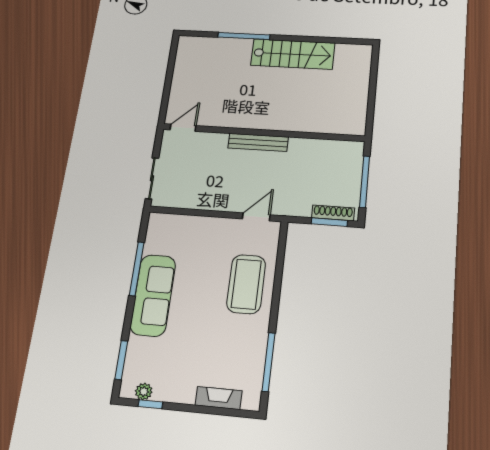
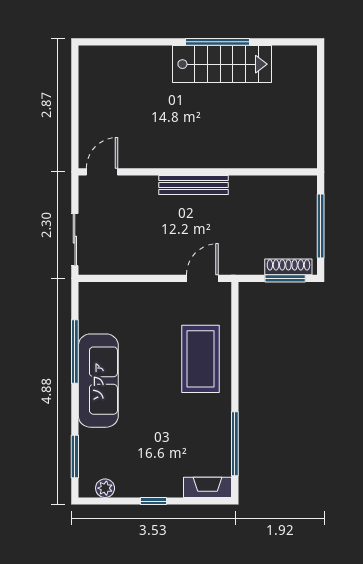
window: (244, 36) -> (218, 42), moved
fireplace: (219, 398) -> (207, 487), moved
window: (150, 404) -> (154, 501), moved

